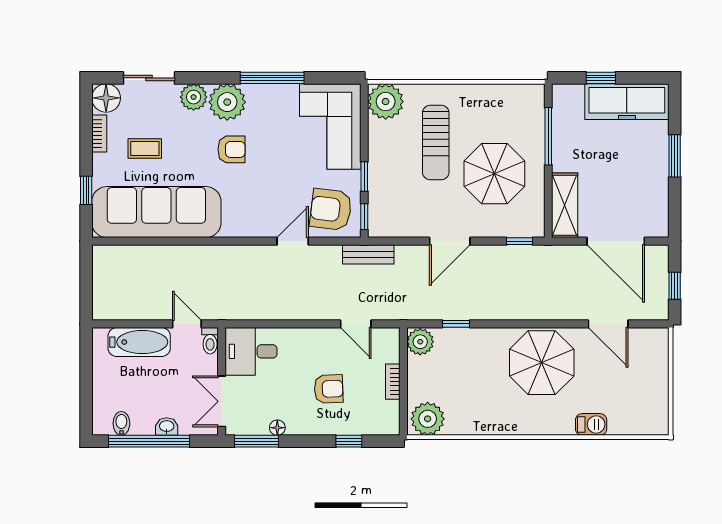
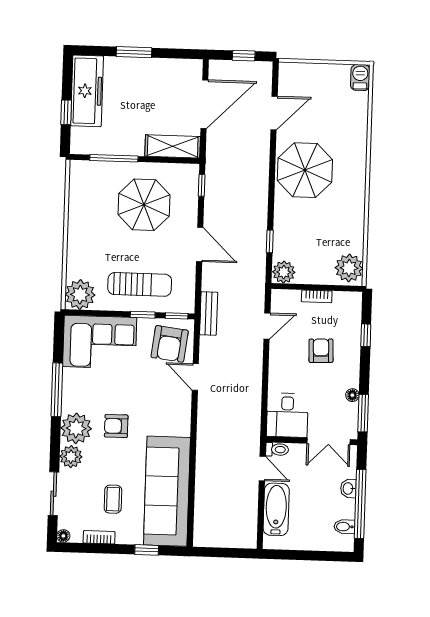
floor lamp: (106, 98) -> (63, 536), width x0.53, depth x0.53
sun lounger: (436, 143) -> (140, 284), moved
armchair: (232, 149) -> (116, 426), turned -90
door: (187, 324) -> (262, 469), swing flipped
barbecue: (591, 424) -> (360, 78), moved

